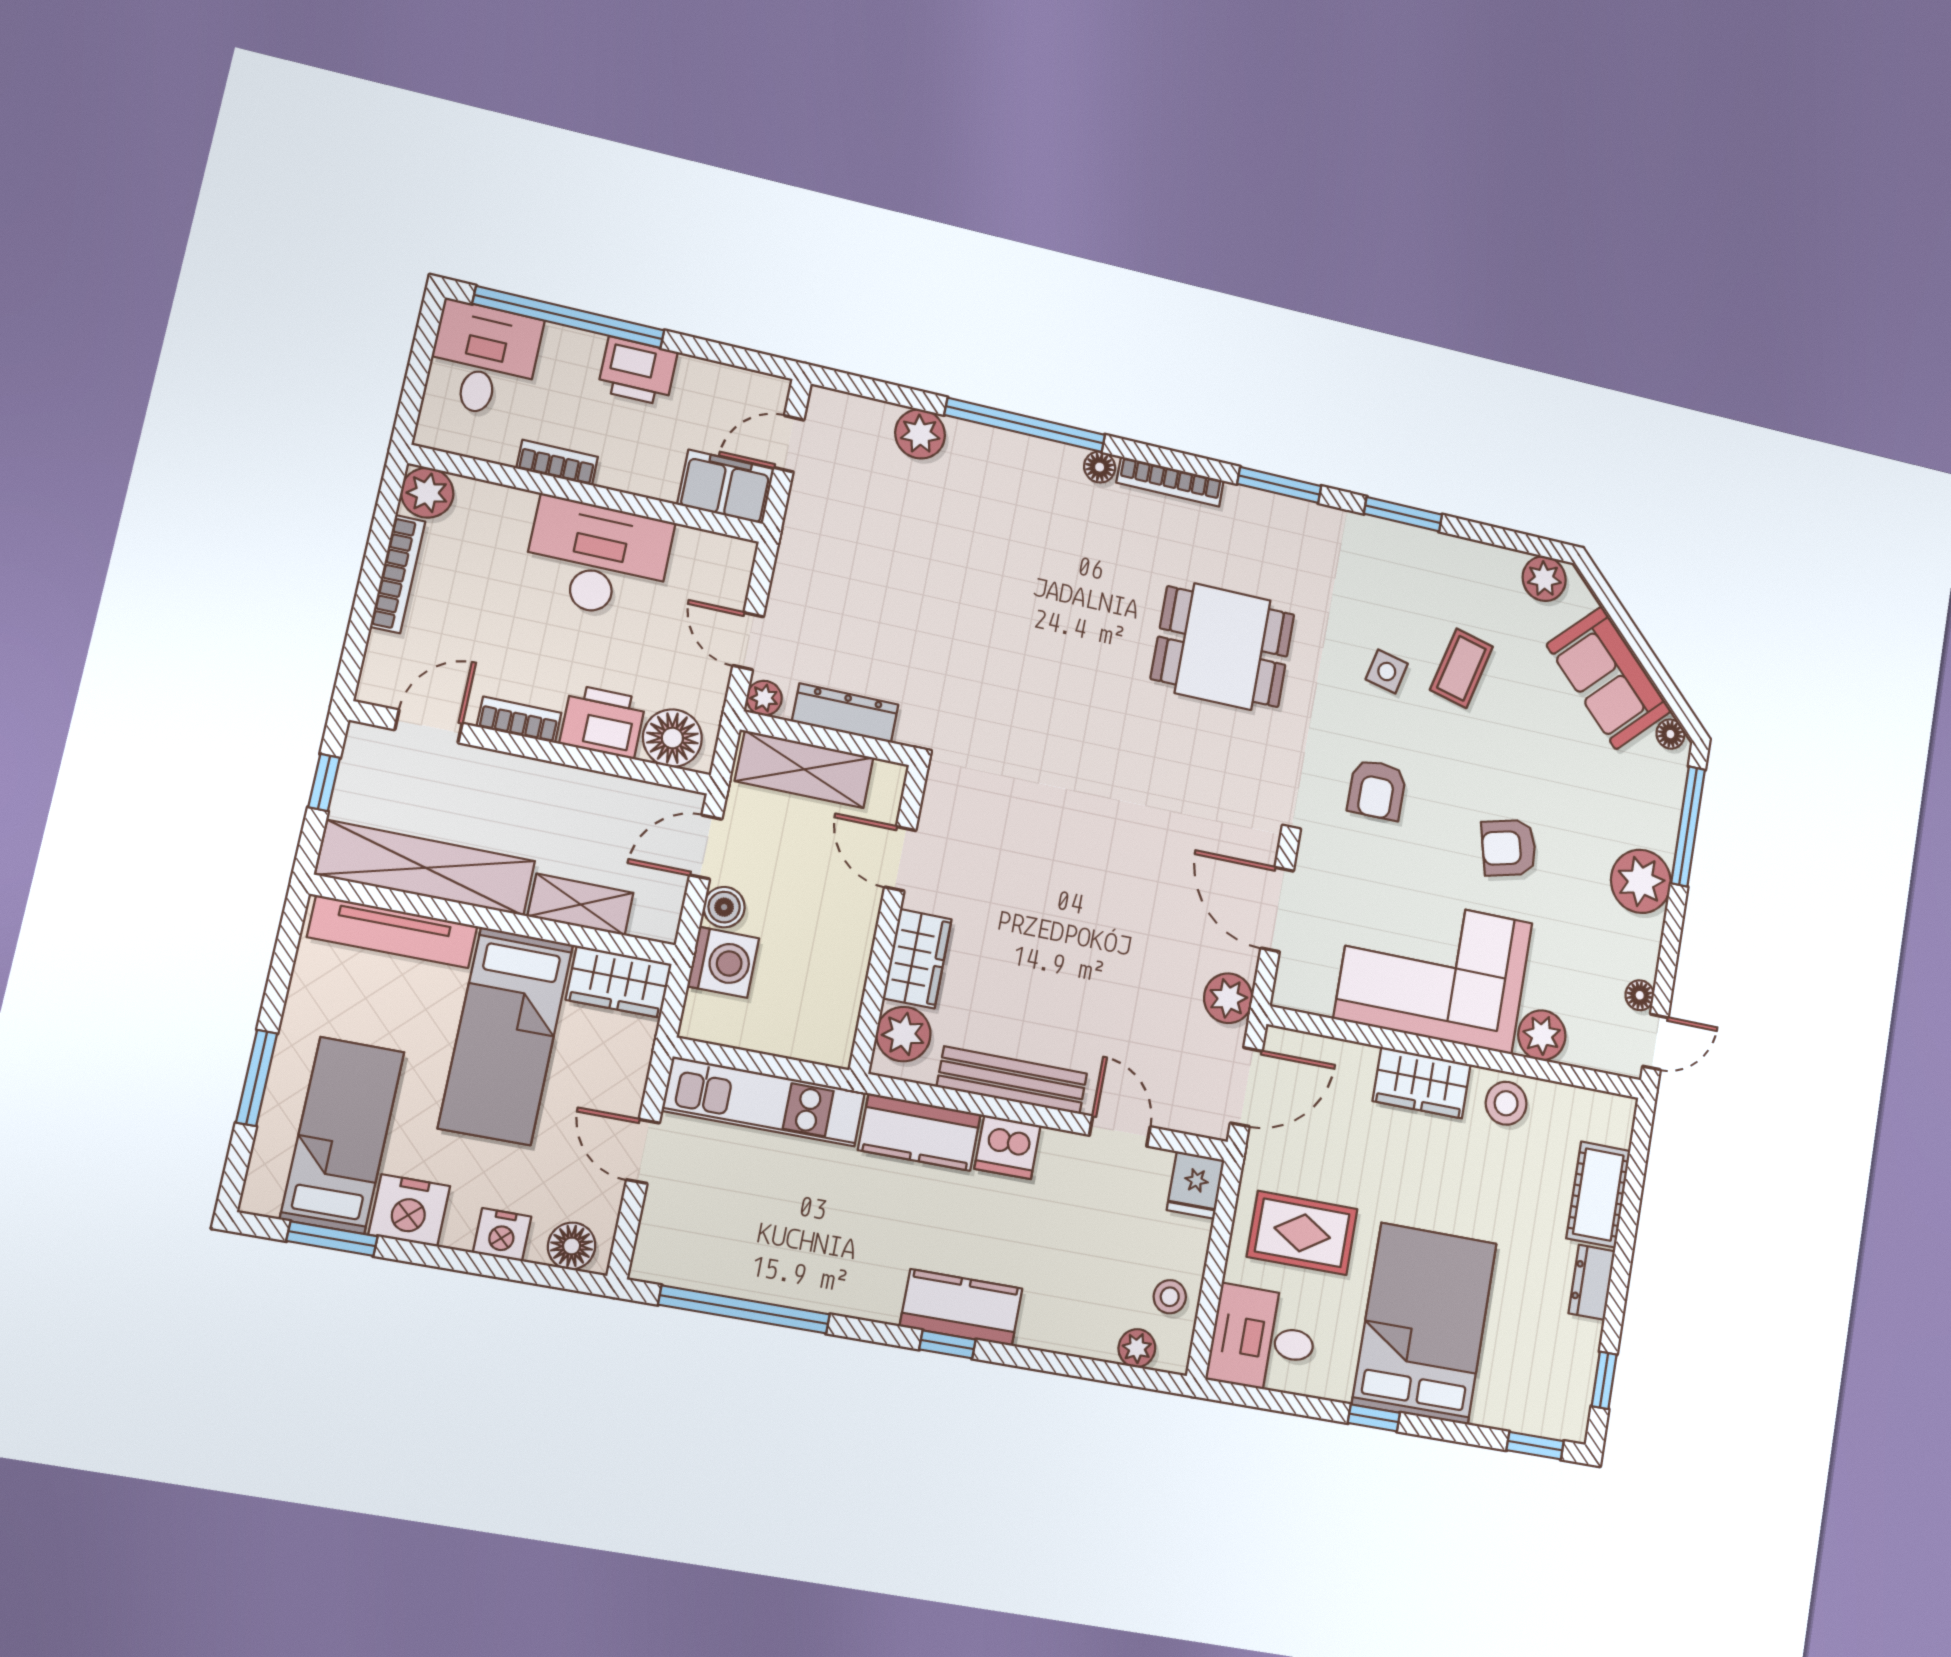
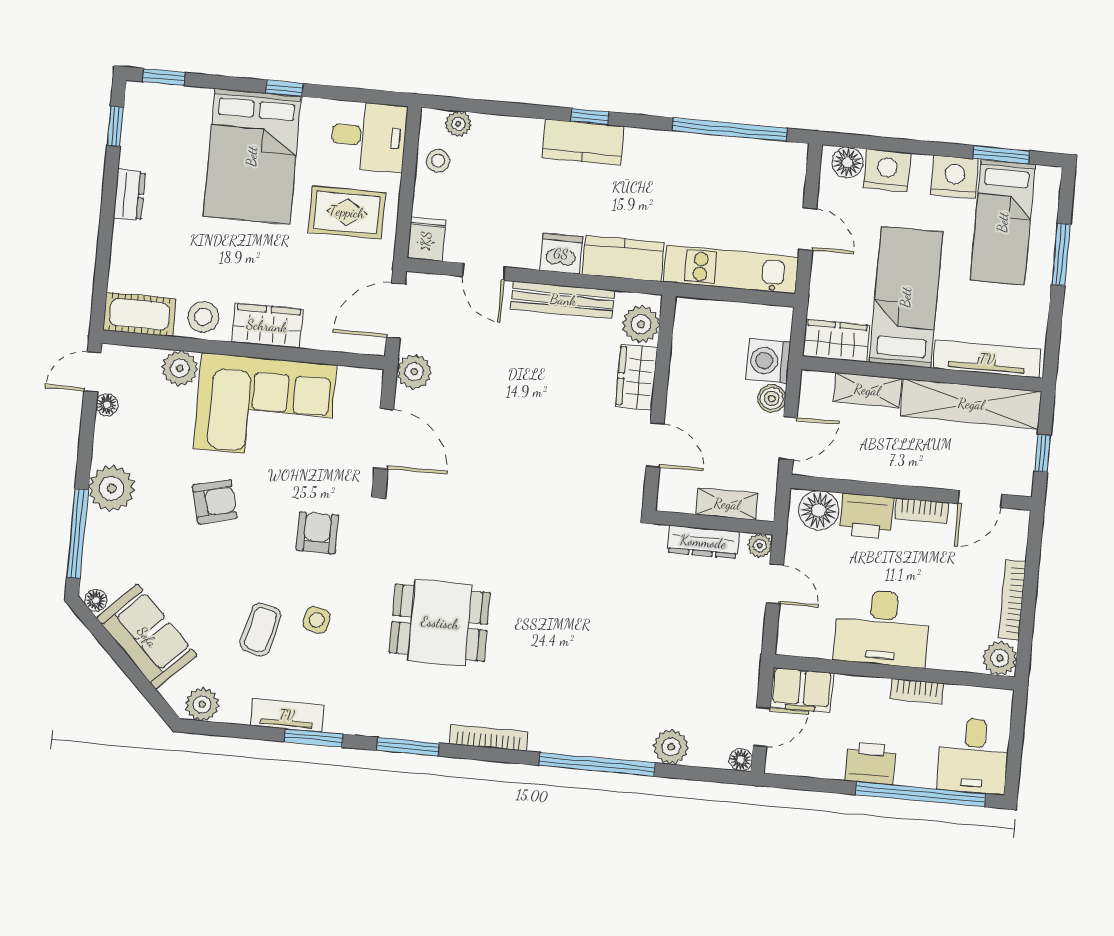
floor lamp: (1100, 467) -> (741, 760), moved
tv unit: (1435, 549) -> (287, 715), added
shelving: (804, 769) -> (727, 504), width x0.67, depth x0.75
cot: (1598, 1195) -> (140, 314), moved, turned 90
nightstand: (502, 1235) -> (887, 170), width x1.36, depth x1.33

